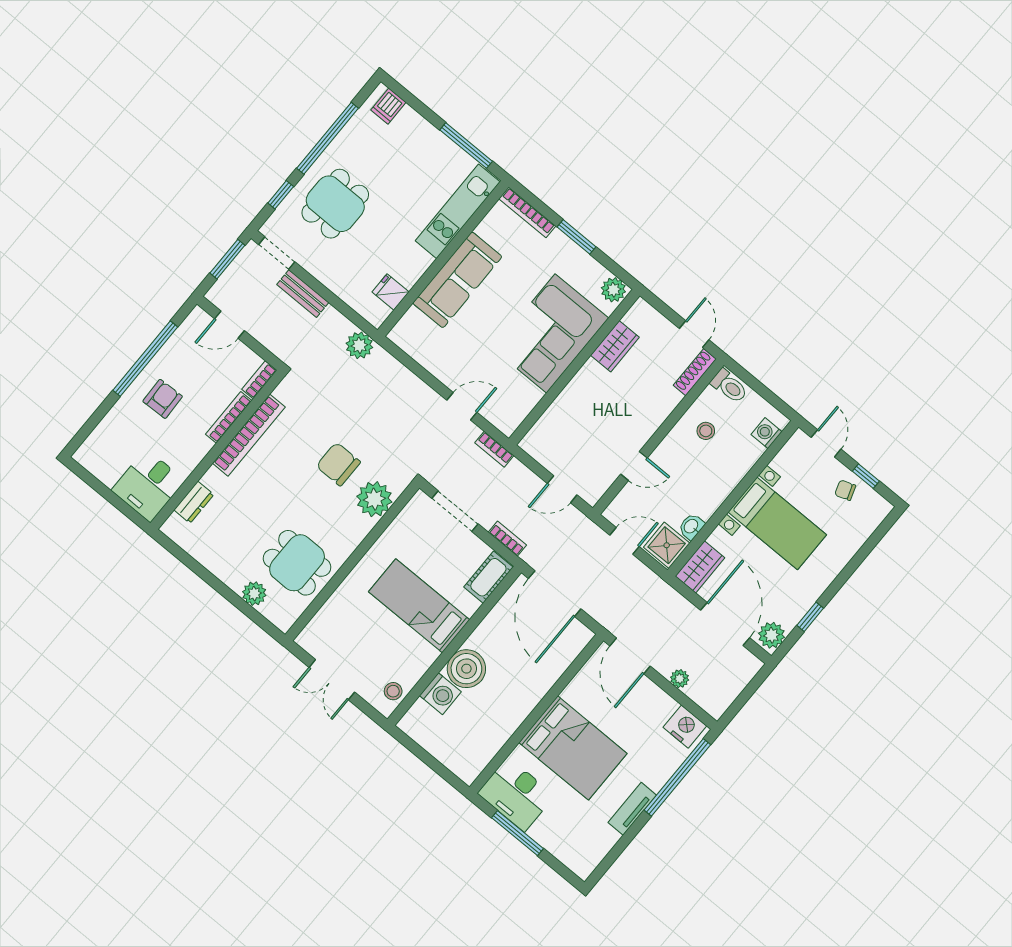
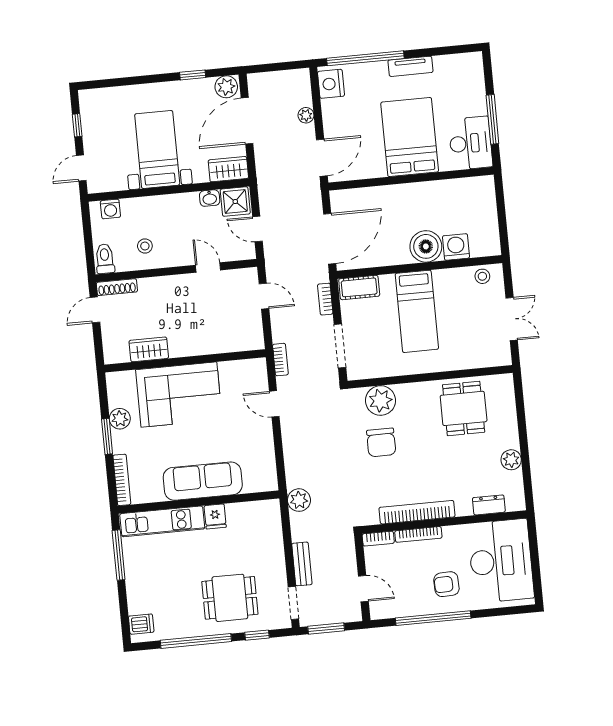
plant: (613, 290) -> (120, 419), moved
fridge: (391, 292) -> (215, 516), moved
desk: (148, 485) -> (501, 561), width x1.87, depth x1.30
chair: (845, 490) -> (98, 129), removed
plant: (254, 594) -> (511, 460), moved

